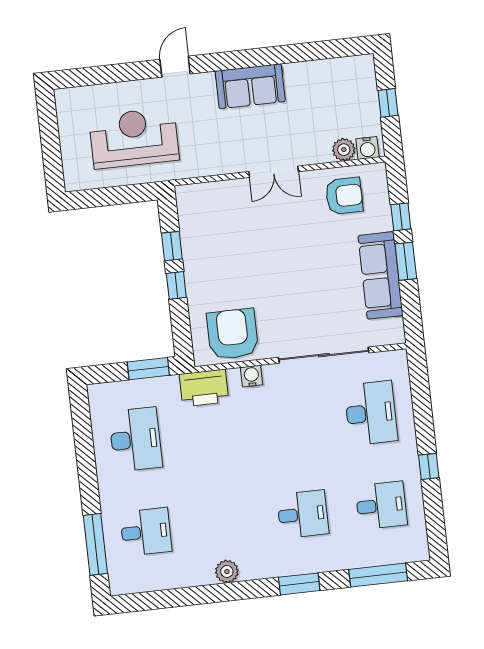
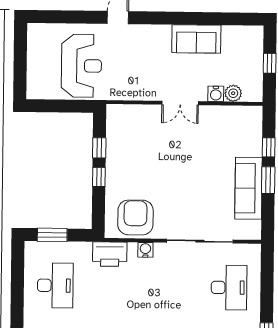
sofa: (250, 86) -> (196, 39), moved
reception desk: (134, 138) -> (81, 66), turned 90
water cooler: (367, 148) -> (216, 94), moved
armchair: (344, 196) -> (229, 127), removed
window: (148, 369) -> (52, 235), moved

